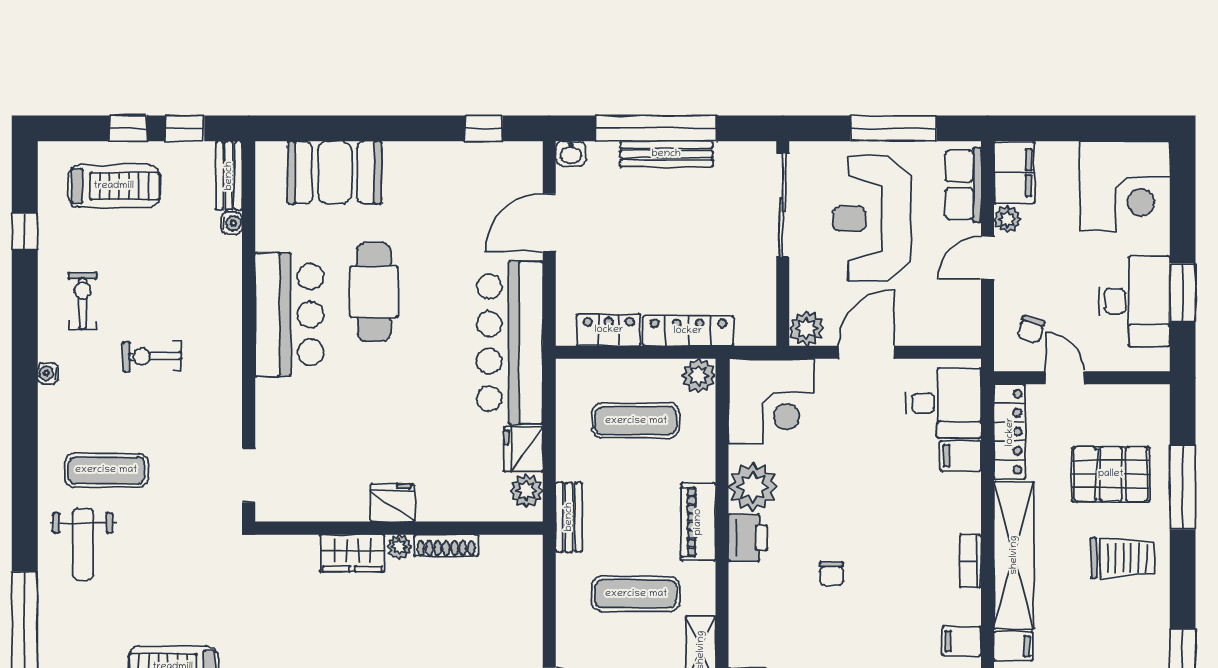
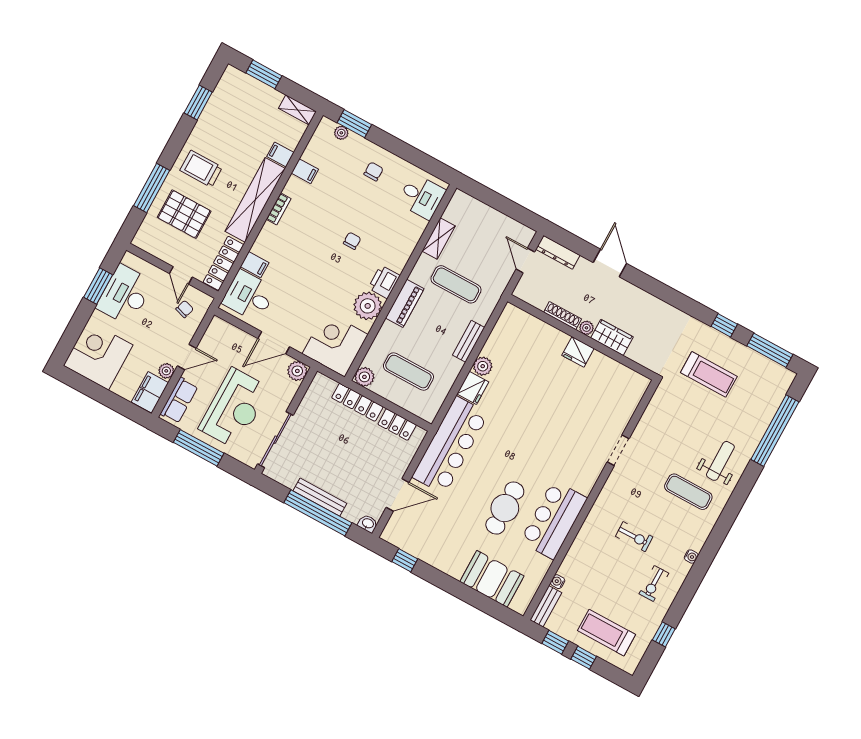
fridge: (392, 503) -> (578, 352), moved
wall: (399, 528) -> (582, 337), moved
shoe rack: (446, 545) -> (563, 316), moved
plant: (399, 547) -> (586, 328), moved
wardrobe: (352, 553) -> (612, 337), moved

